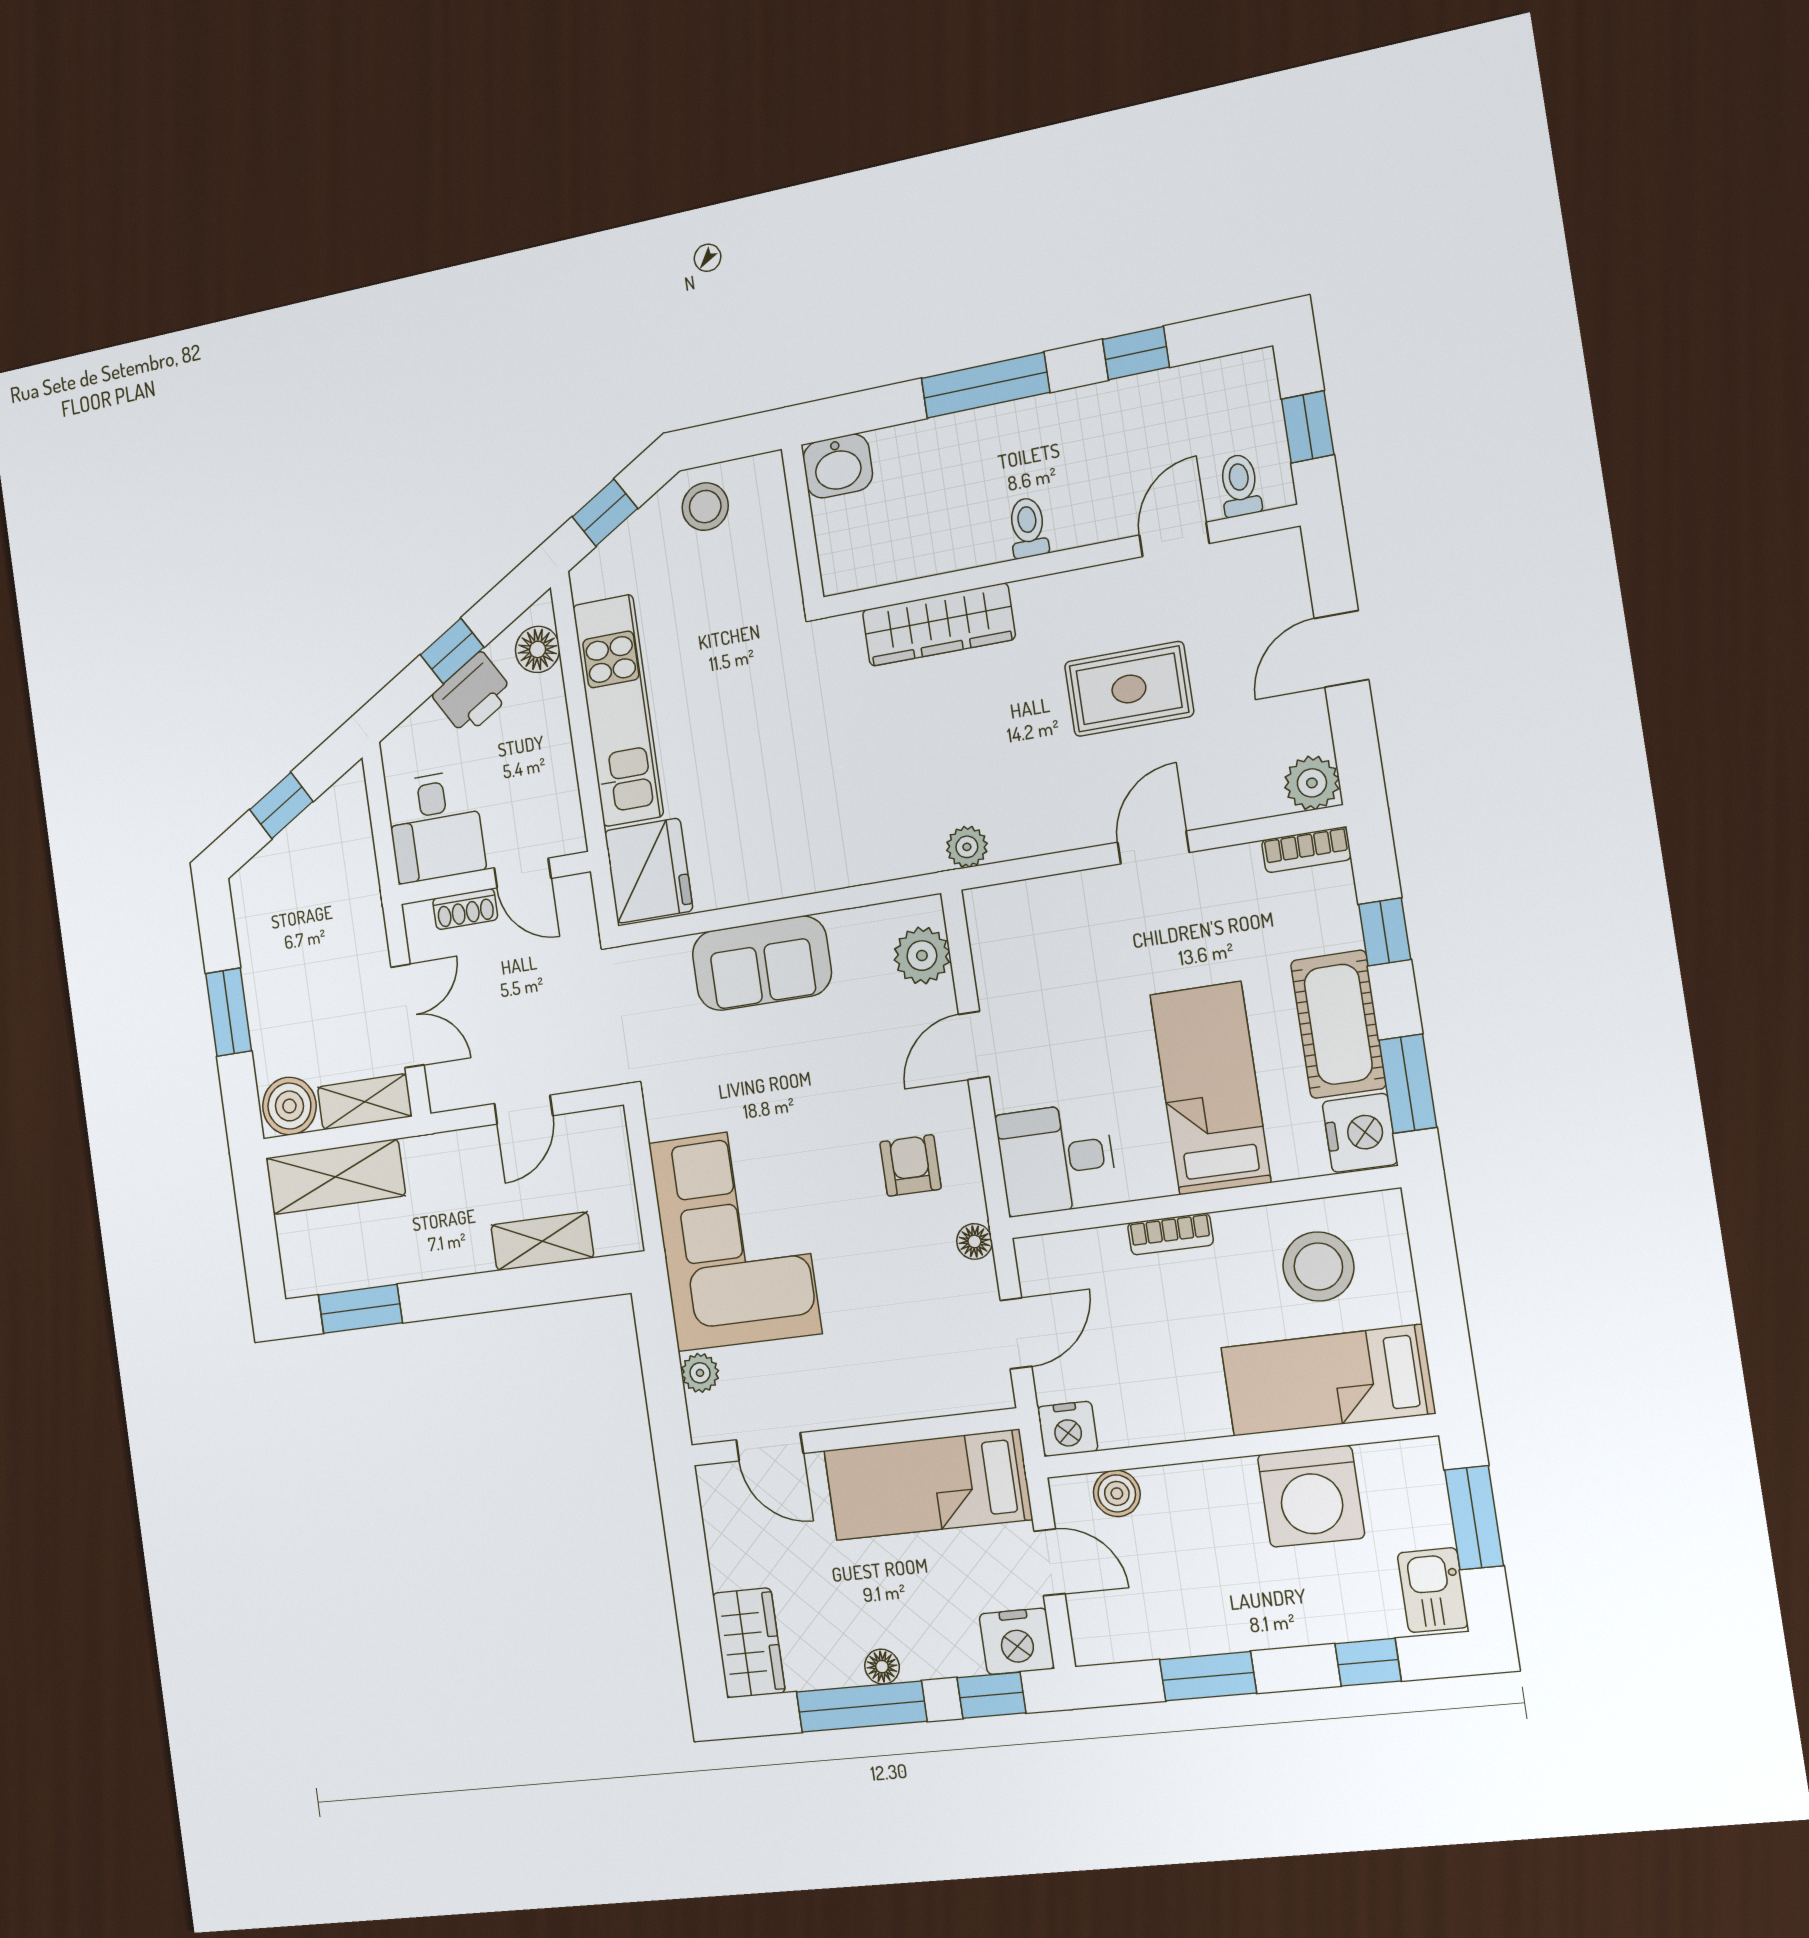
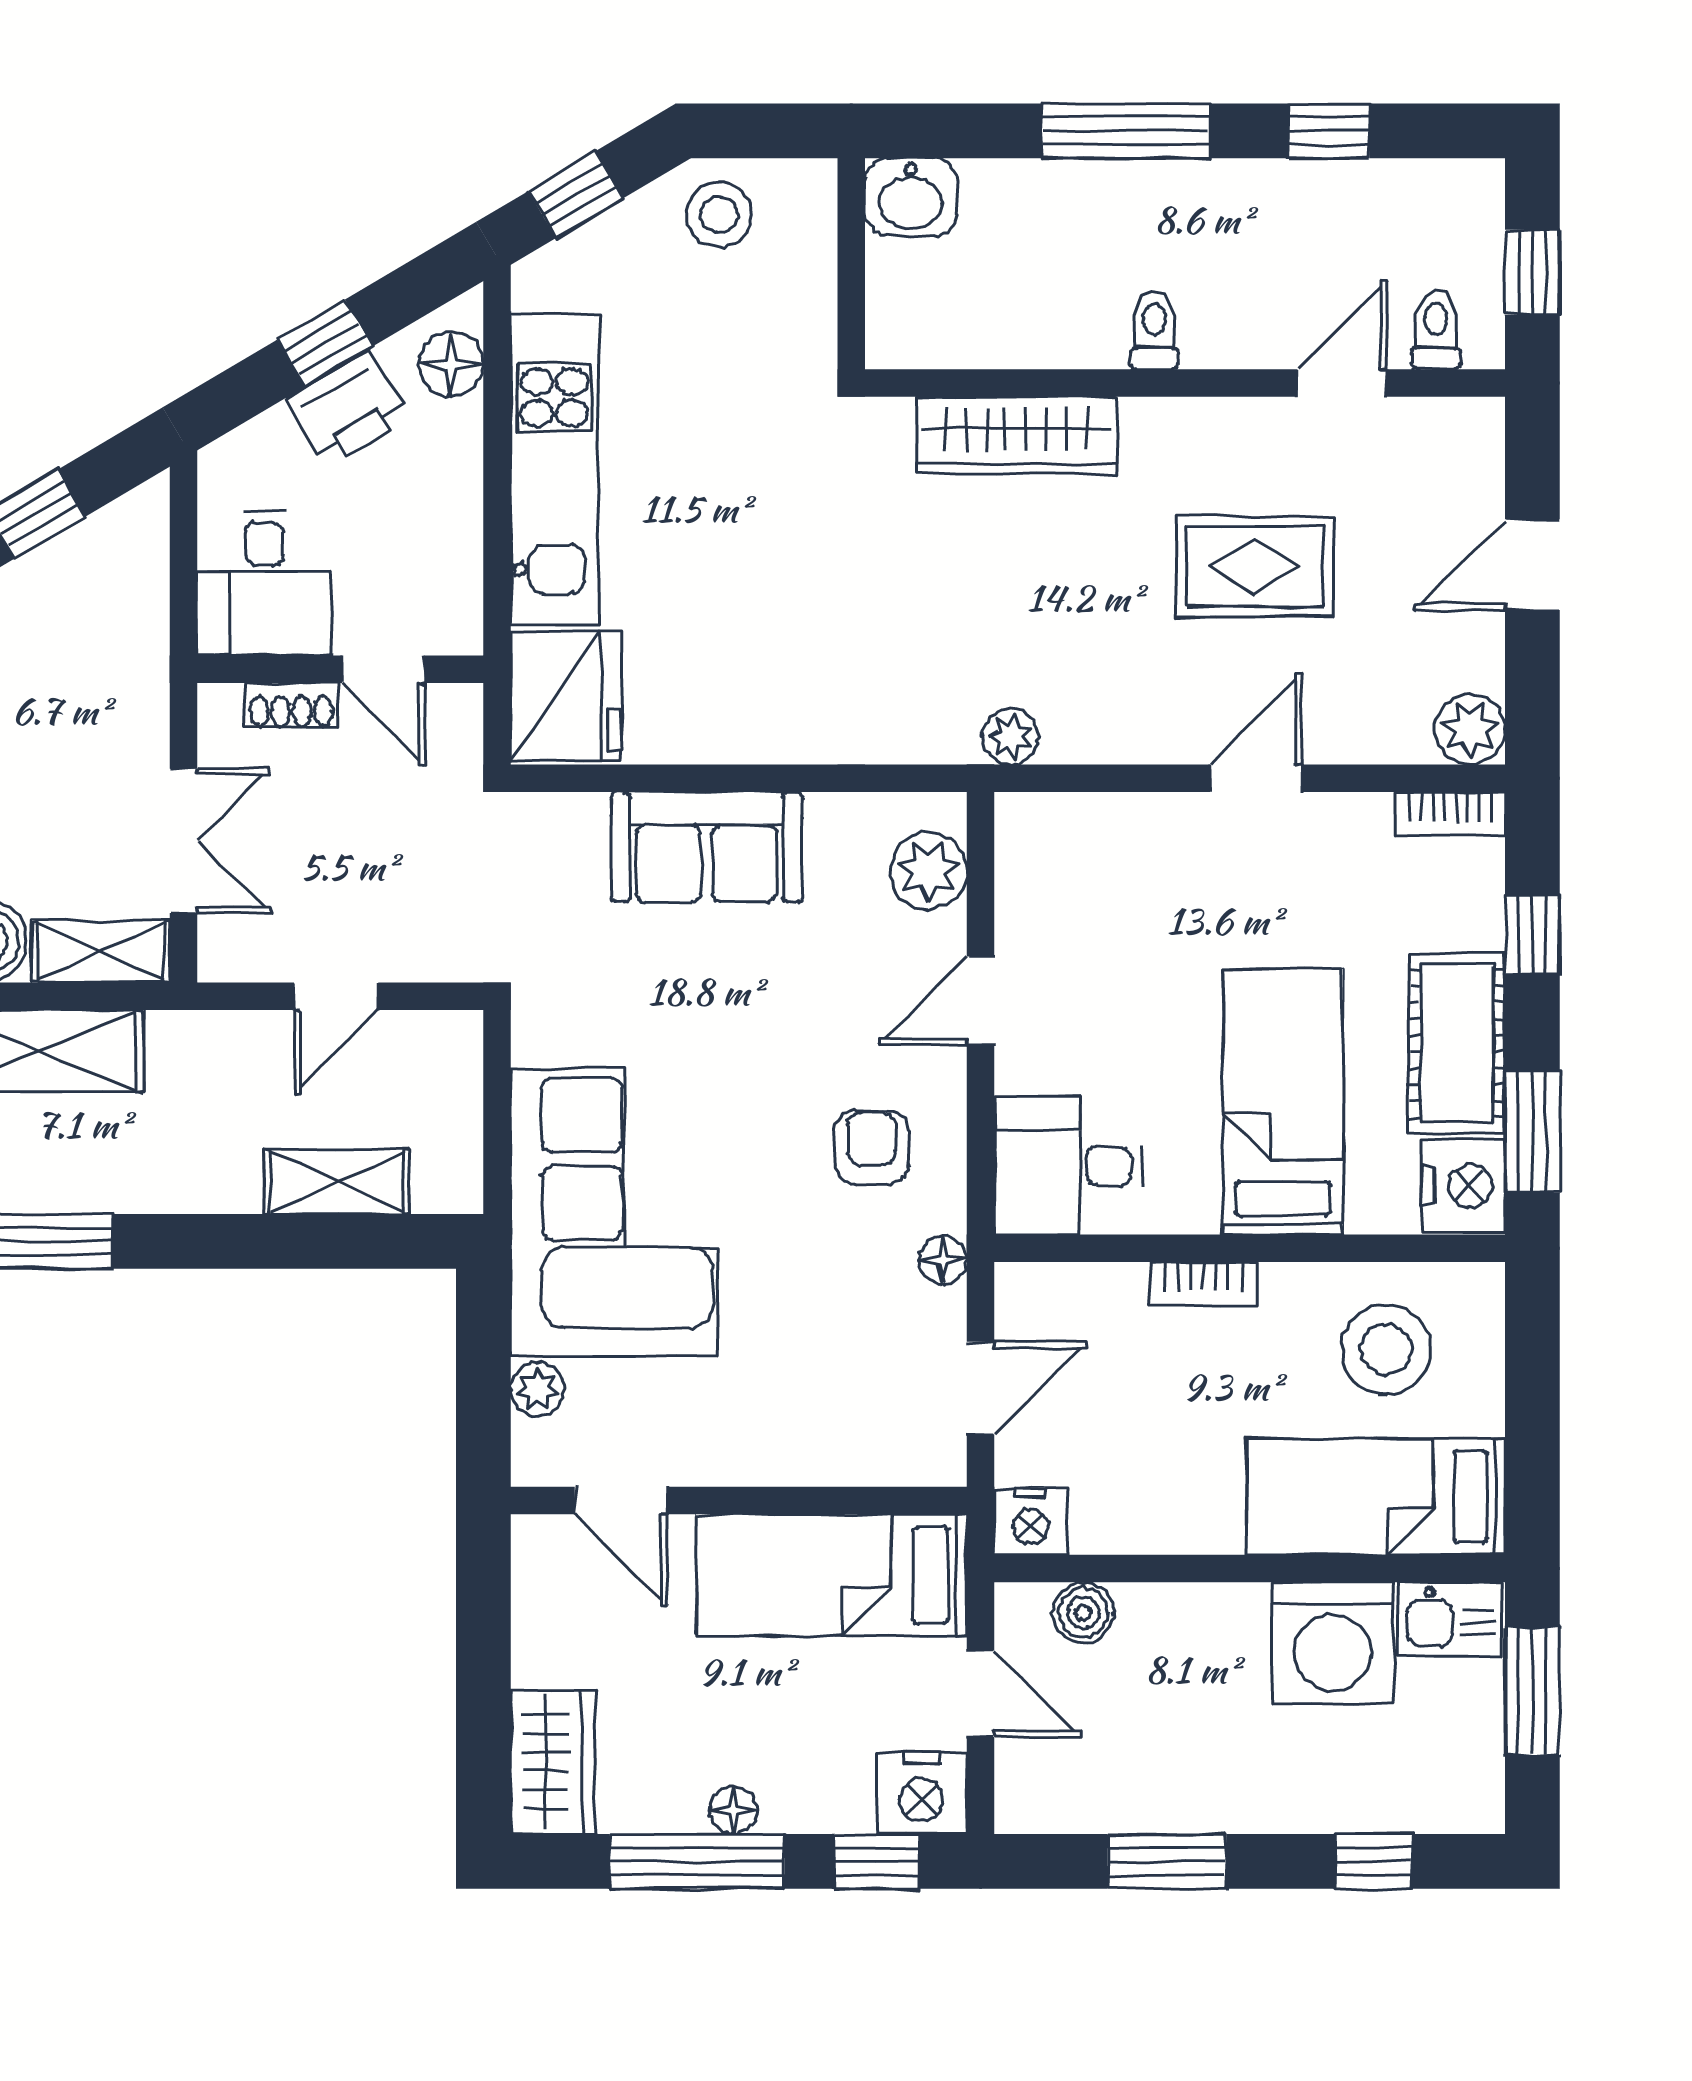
kitchen sink: (1433, 1590) -> (1450, 1619), moved, turned -90

